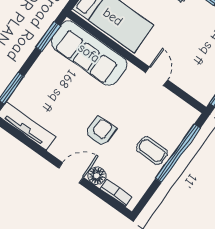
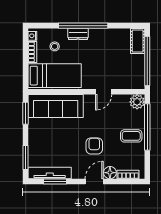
door: (157, 76) -> (104, 92), swing flipped
plant: (187, 116) -> (137, 102), added
window: (25, 140) -> (55, 182), added

